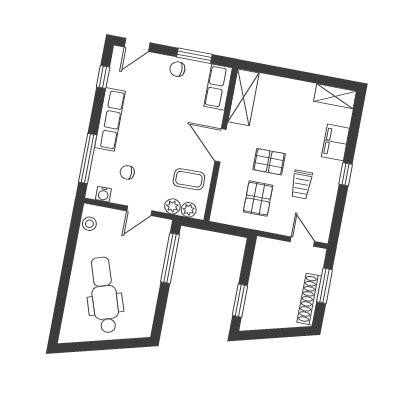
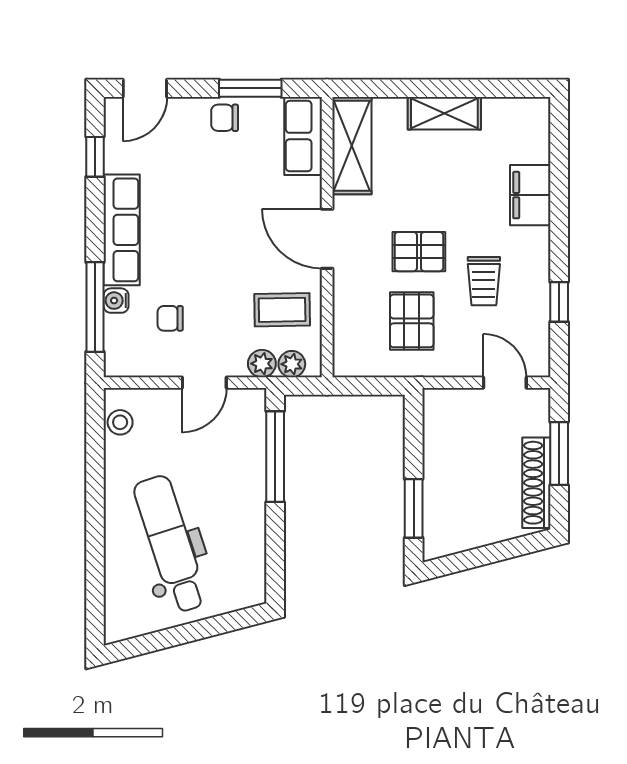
shelving: (335, 96) -> (444, 113), moved
window: (346, 174) -> (559, 302), moved
water cooler: (103, 194) -> (116, 301), moved, turned 90

